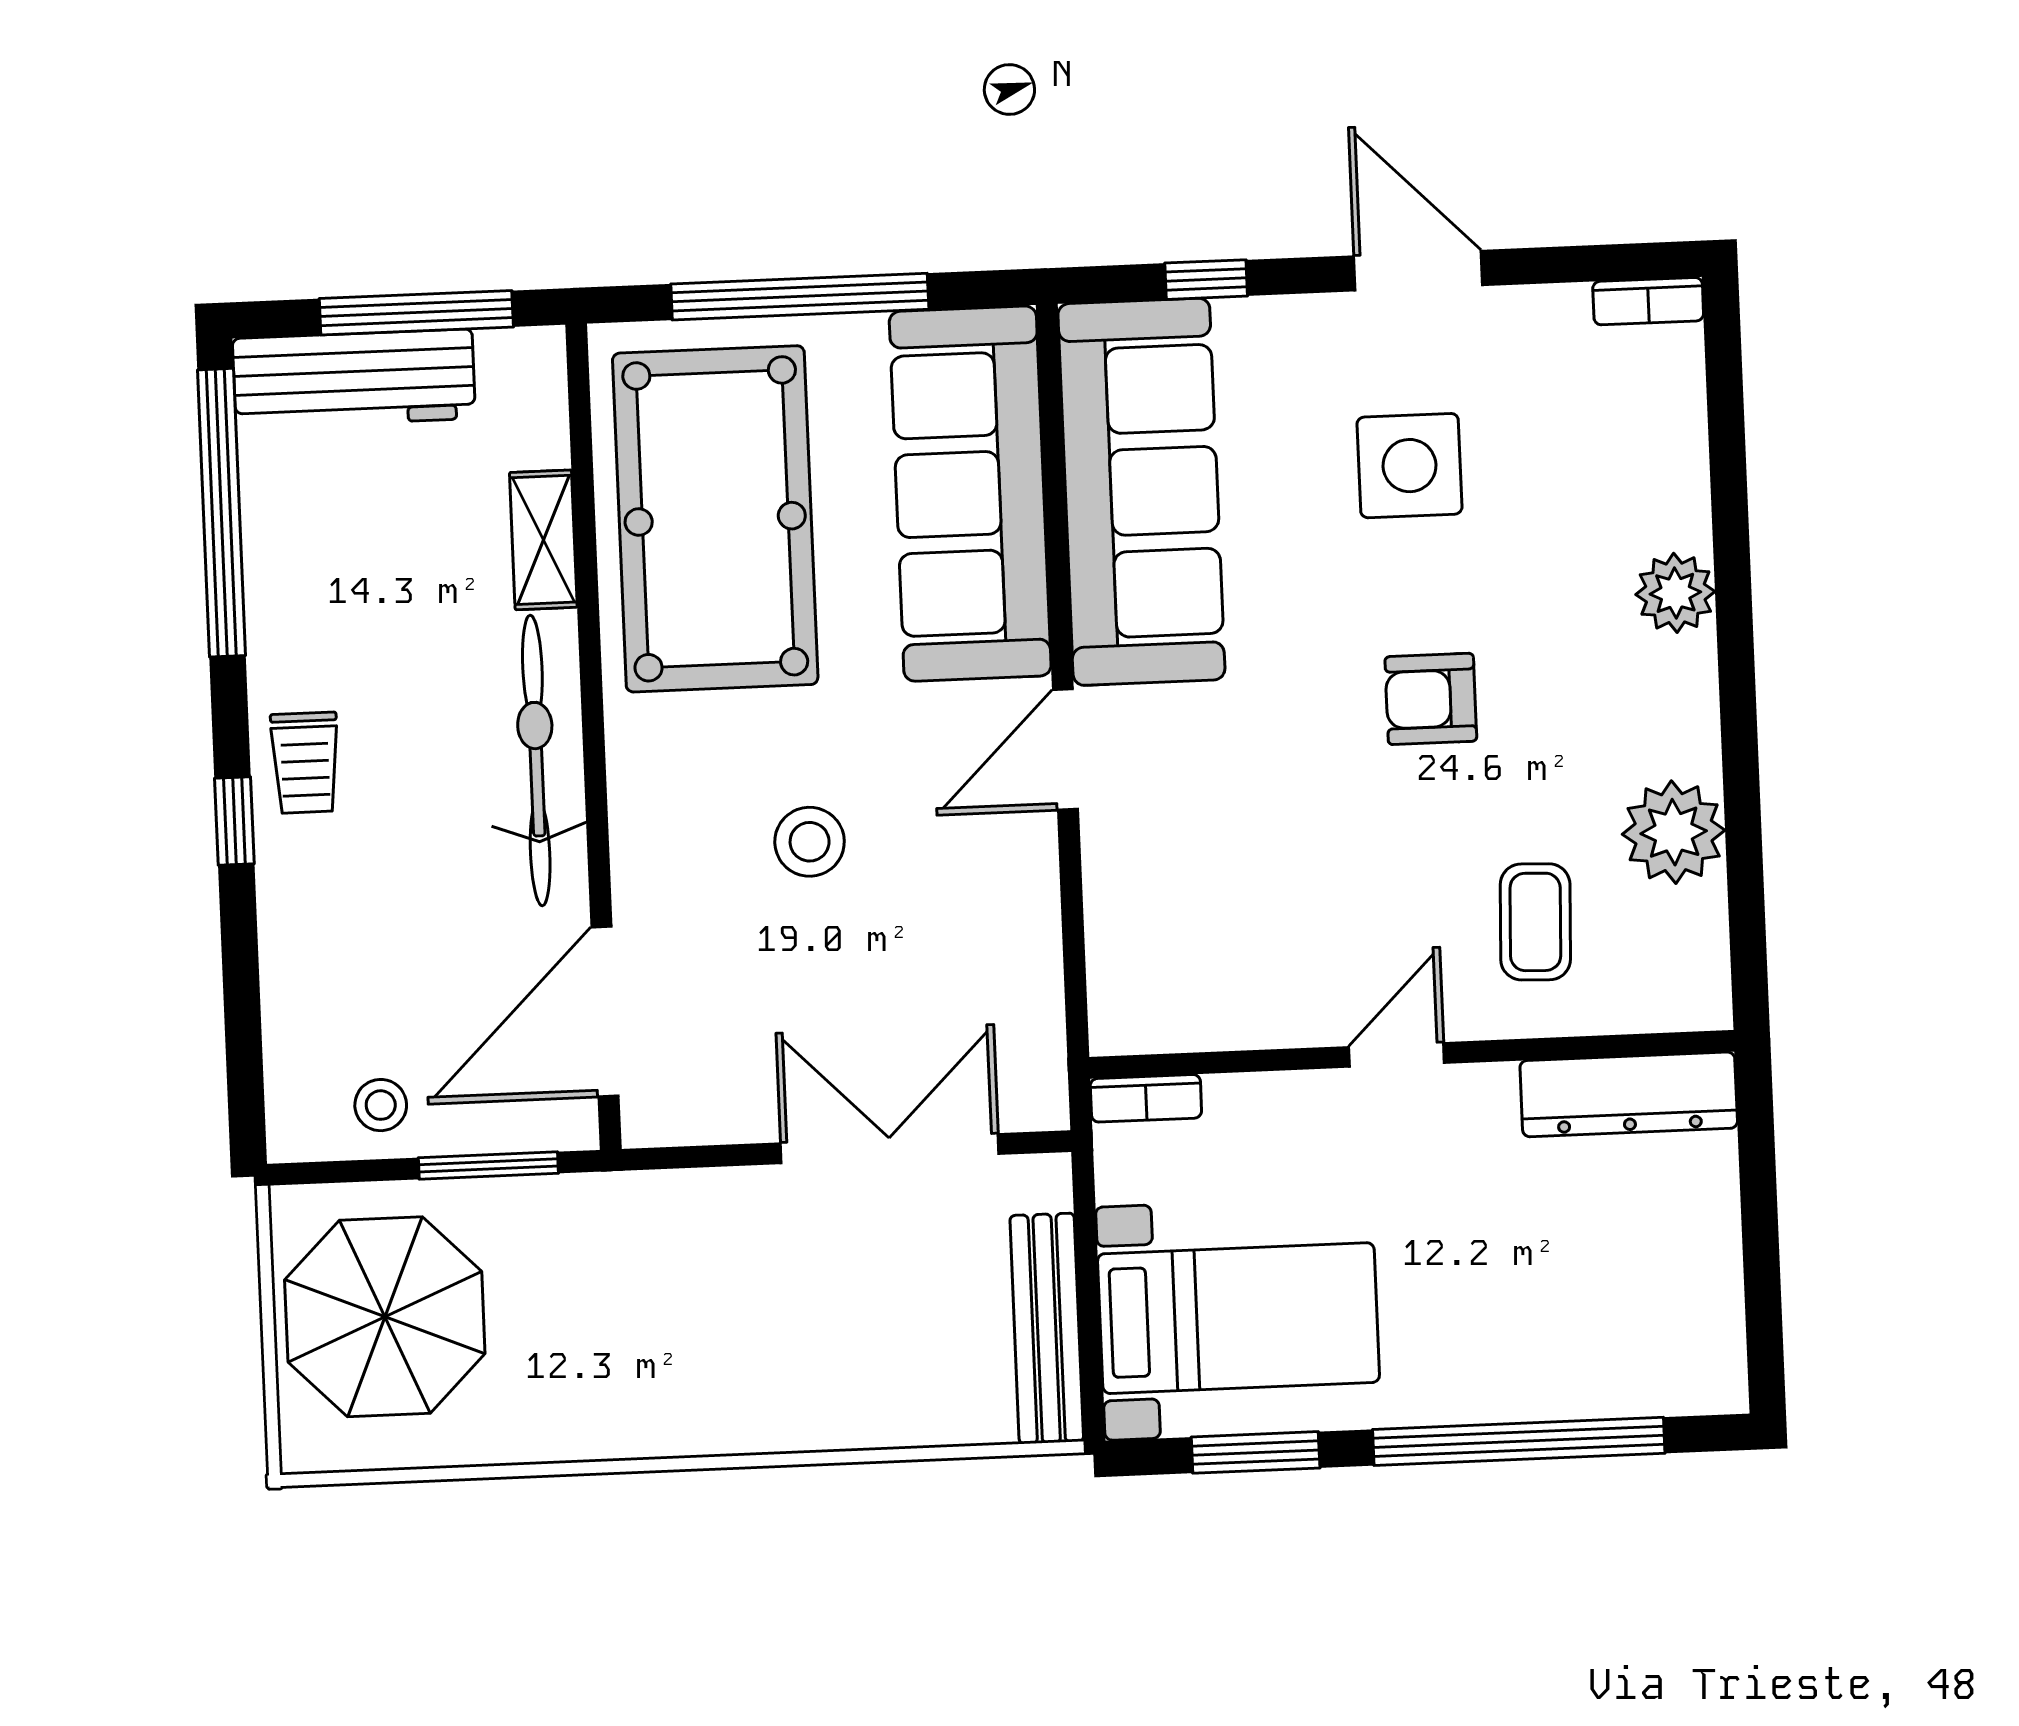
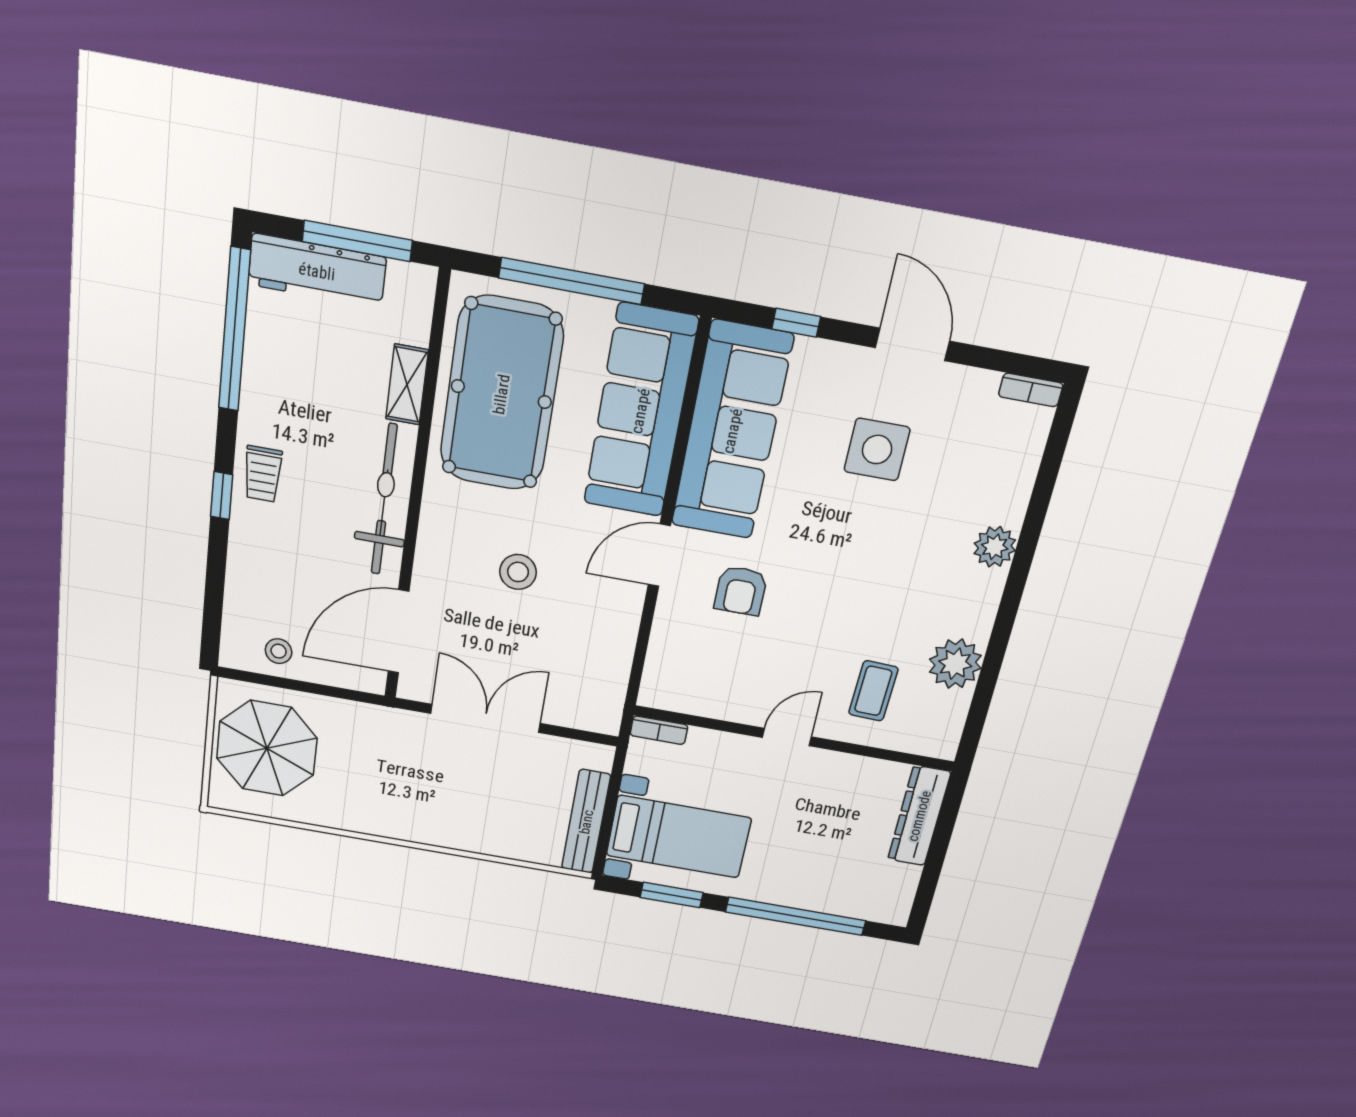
armchair: (1431, 699) -> (741, 591), moved, turned -90
dresser: (1629, 1094) -> (919, 816), moved, turned 90
double door: (890, 1149) -> (486, 718), moved
window: (488, 1165) -> (328, 691), removed

